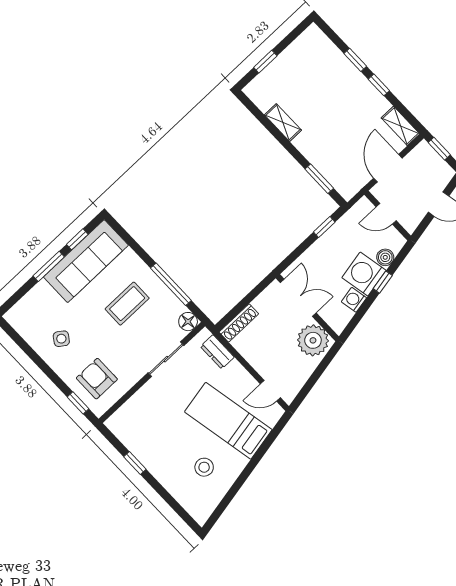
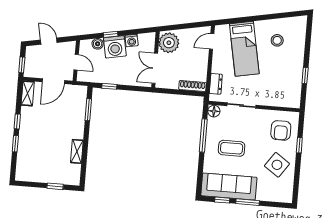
side table: (61, 339) -> (277, 165), width x1.87, depth x1.87
door: (270, 391) -> (212, 41), swing flipped
window: (78, 403) -> (299, 145), moved

